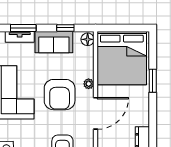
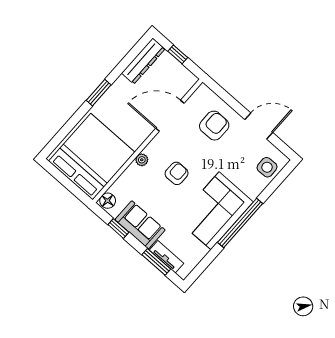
window: (153, 81) -> (99, 93), moved
armchair: (60, 95) -> (177, 173), width x0.53, depth x0.53
door: (96, 113) -> (170, 116), moved

